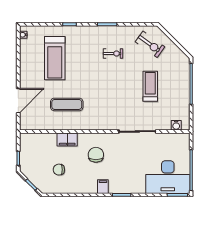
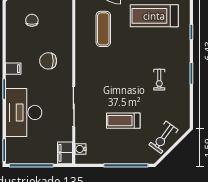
exercise bike: (150, 44) -> (163, 137), moved
treadmill: (150, 86) -> (123, 121), turned 180
filing cabinet: (67, 139) -> (65, 153), moved
chair: (96, 155) -> (48, 61), turned 180
desk: (168, 177) -> (24, 112), moved

